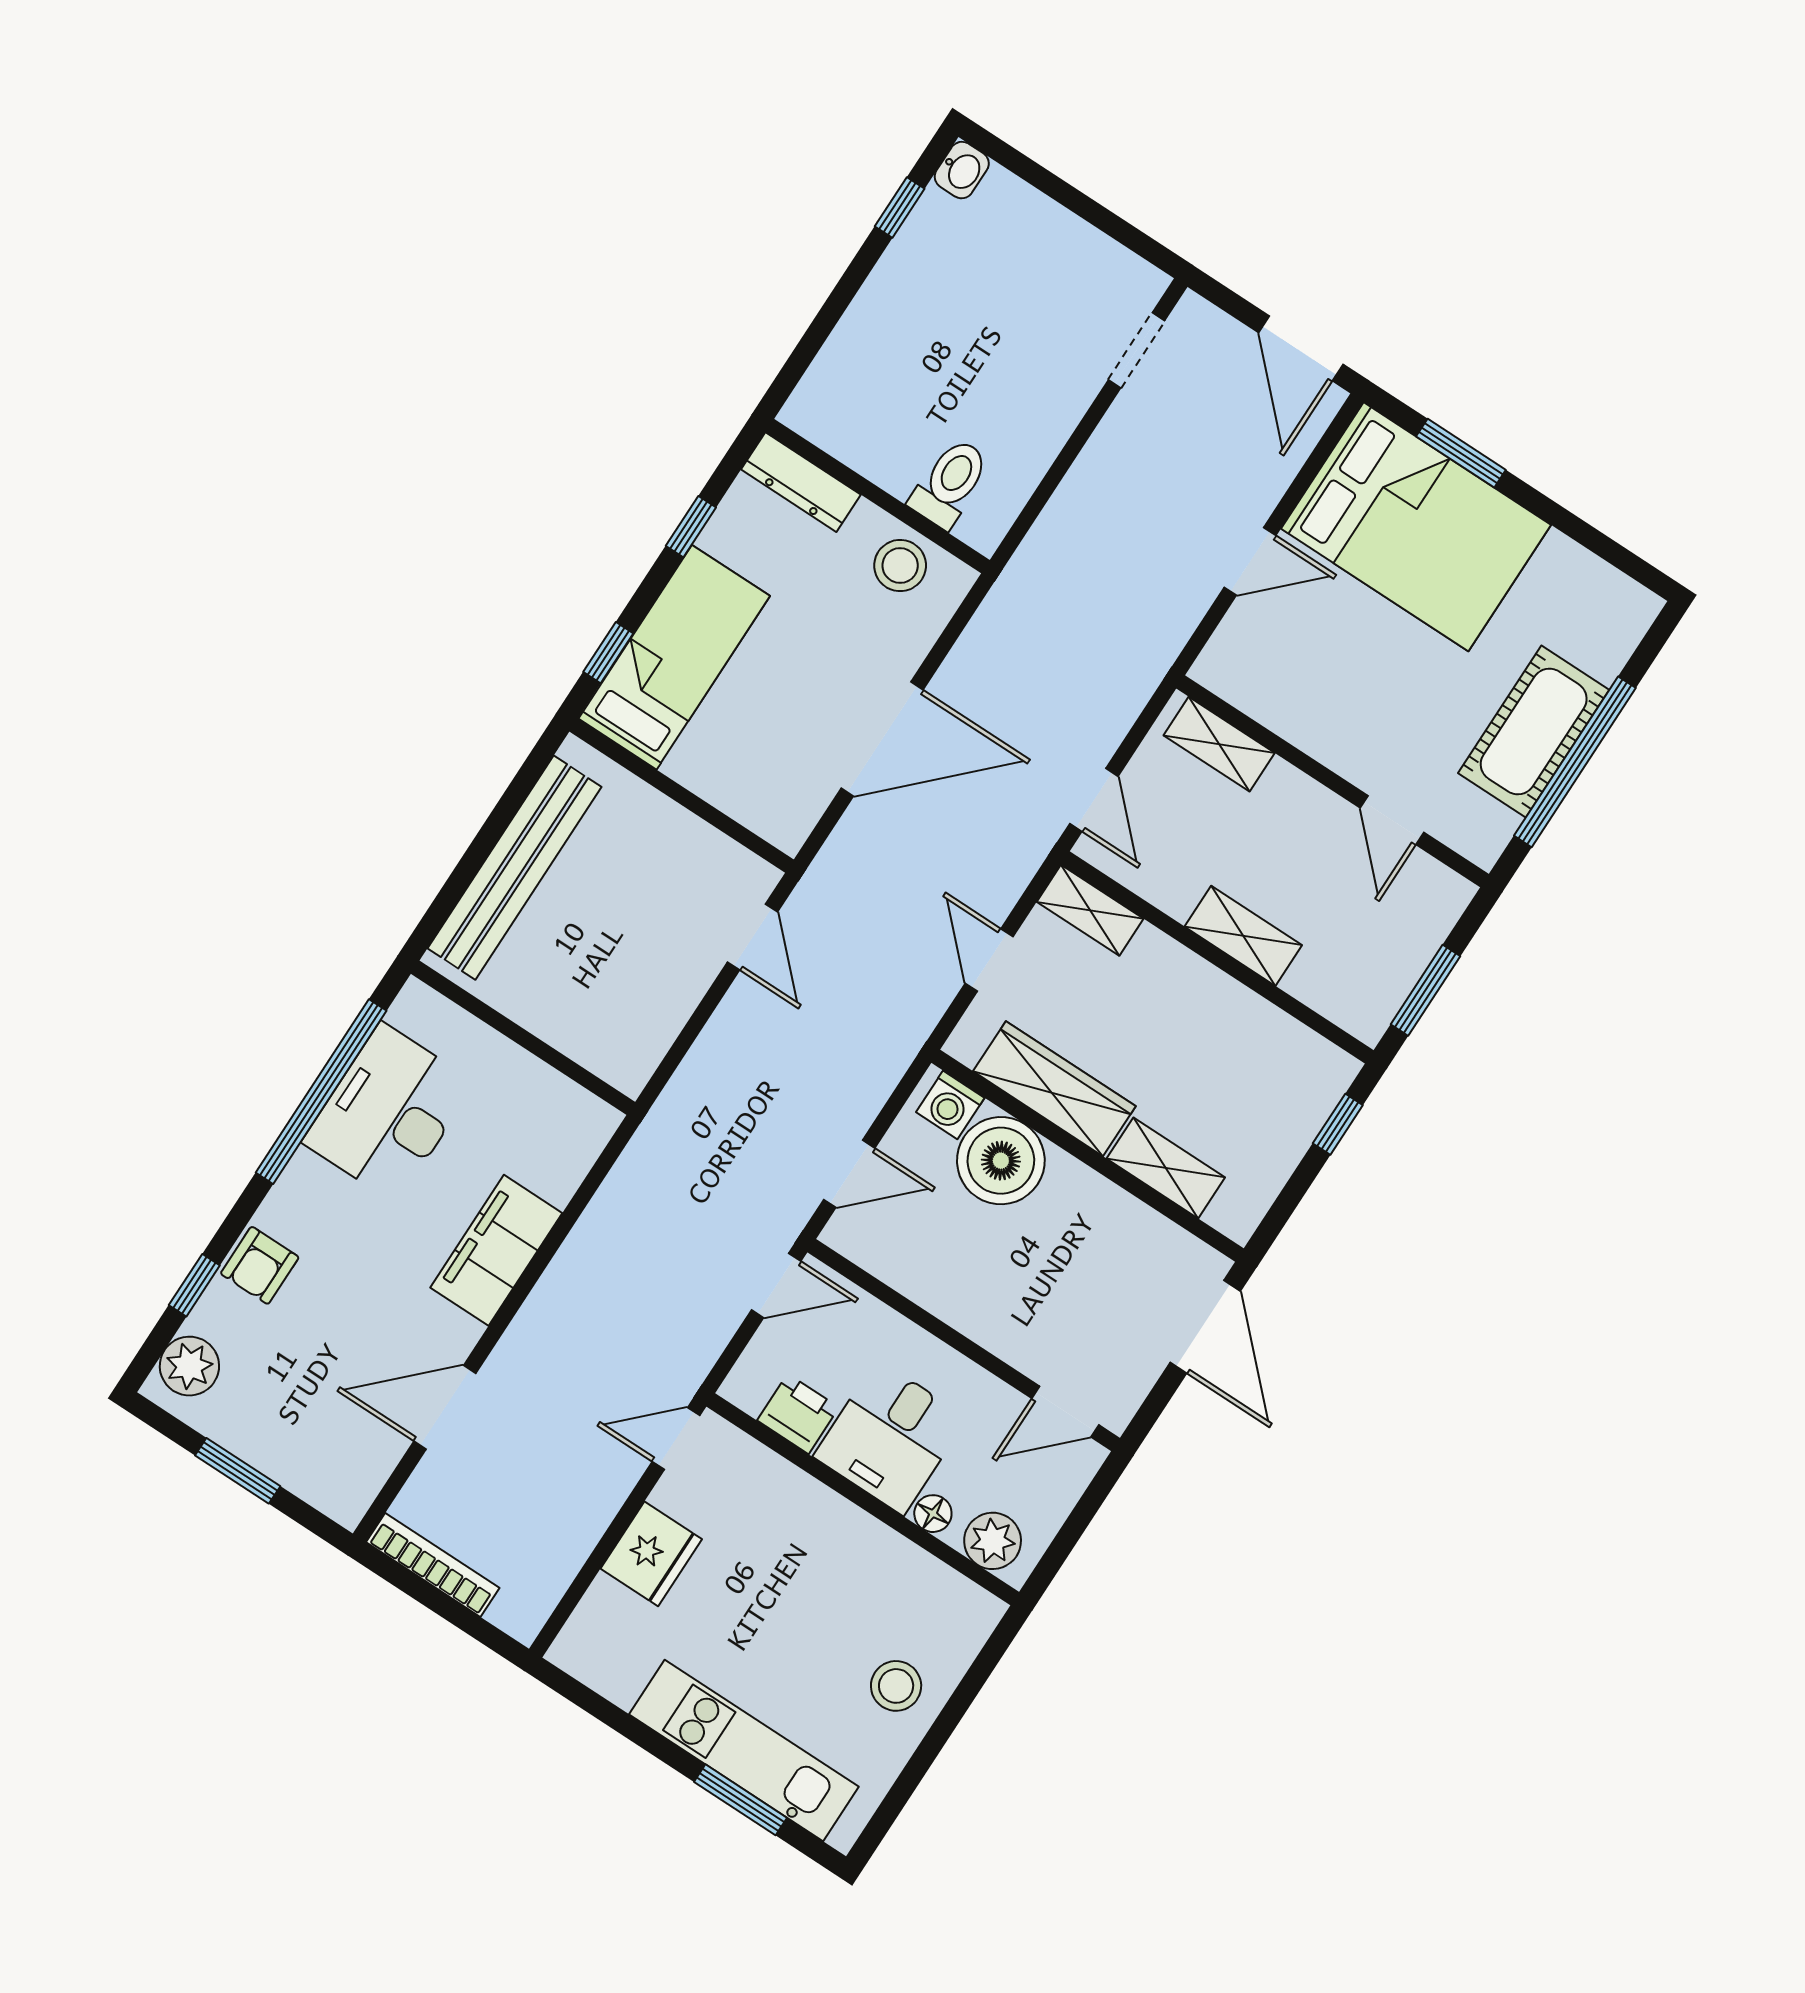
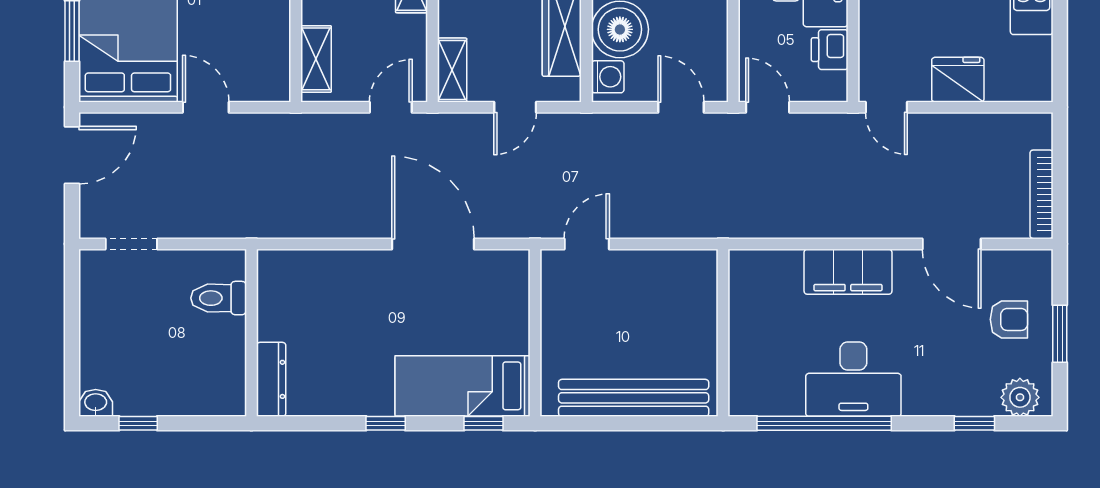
dresser: (801, 482) -> (271, 379), moved
toilet: (950, 483) -> (219, 298), moved
wall: (878, 496) -> (251, 333), moved
stool: (900, 566) -> (332, 296), removed
desk: (389, 1113) -> (853, 379), moved
armchair: (260, 1265) -> (1009, 319), moved

